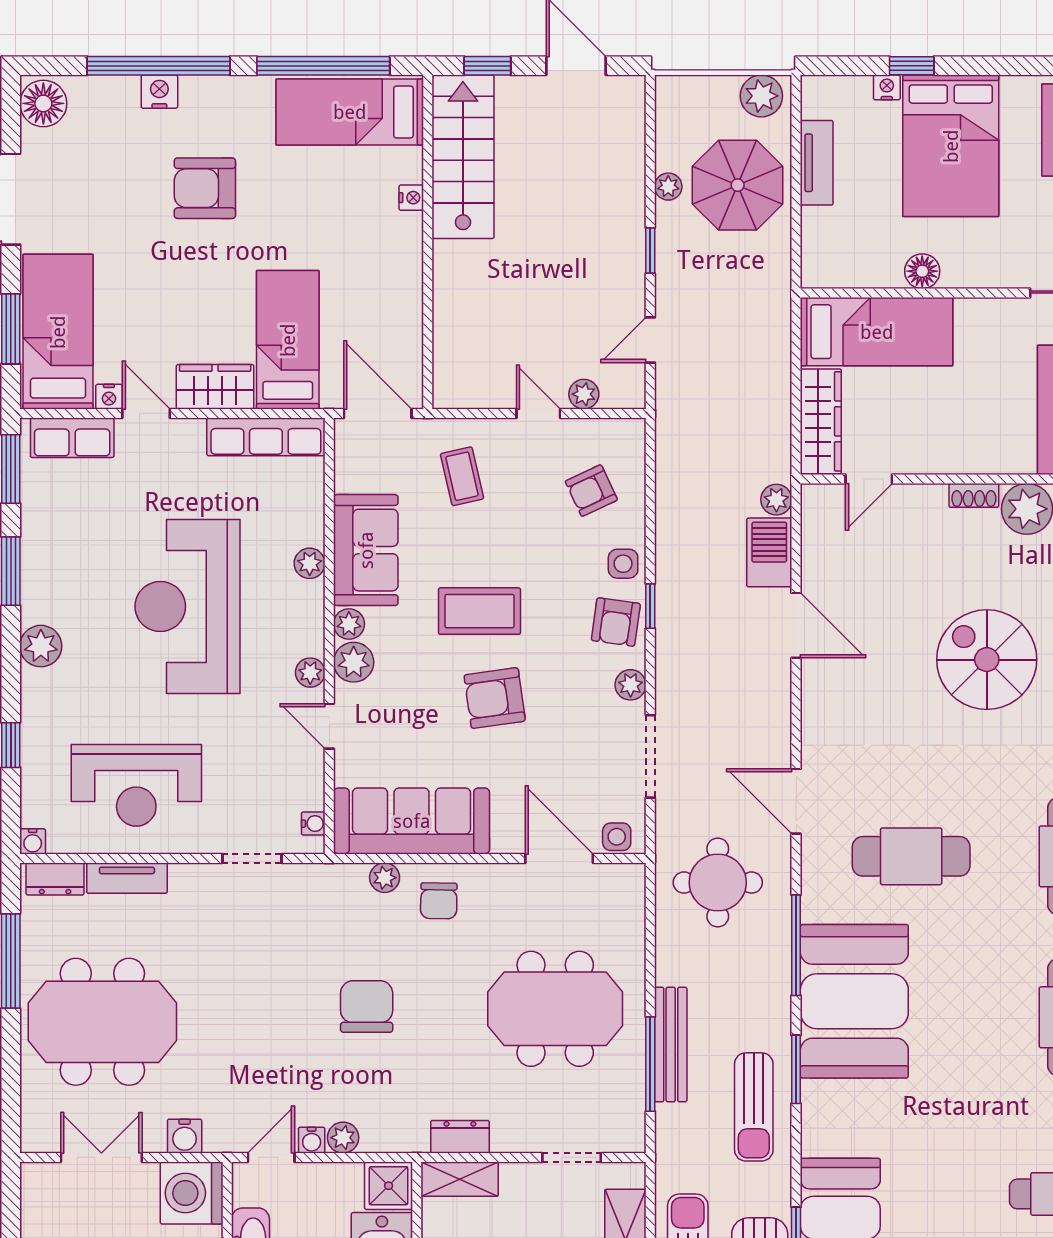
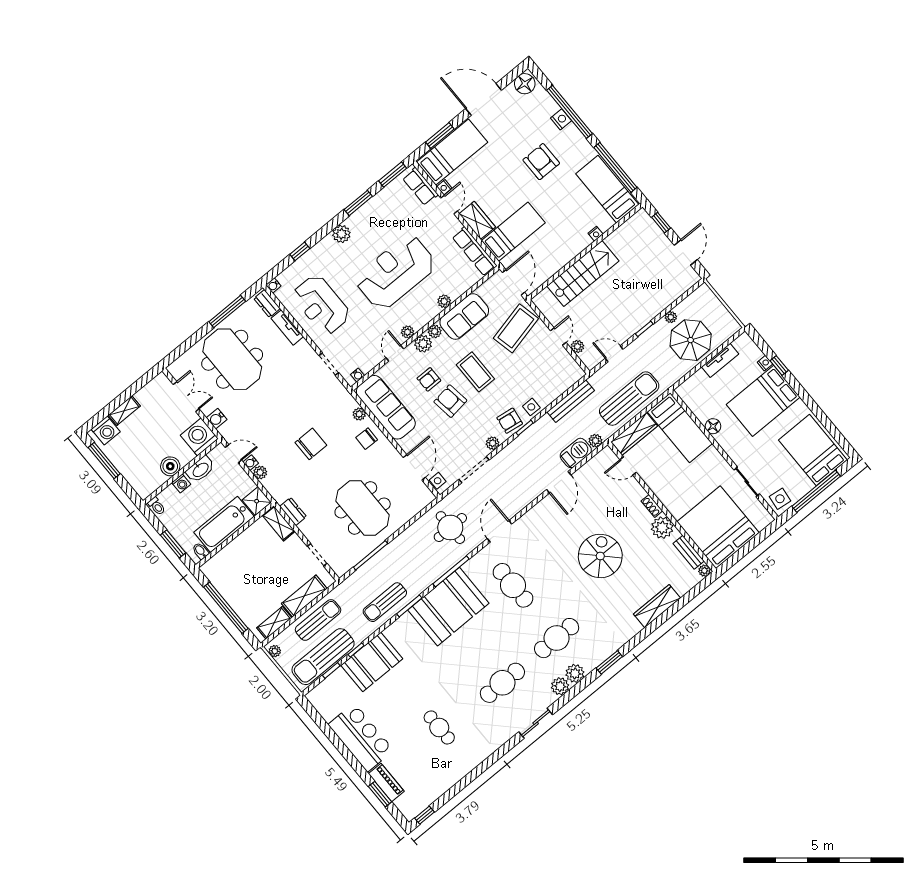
plant: (761, 96) -> (727, 323), removed
stairs: (463, 157) -> (583, 273), moved
sun lounger: (751, 379) -> (629, 399), added
coffee table: (462, 476) -> (516, 328), width x1.86, depth x1.72
armchair: (591, 491) -> (429, 379), moved, turned -65
bench: (671, 1045) -> (571, 401), moved

